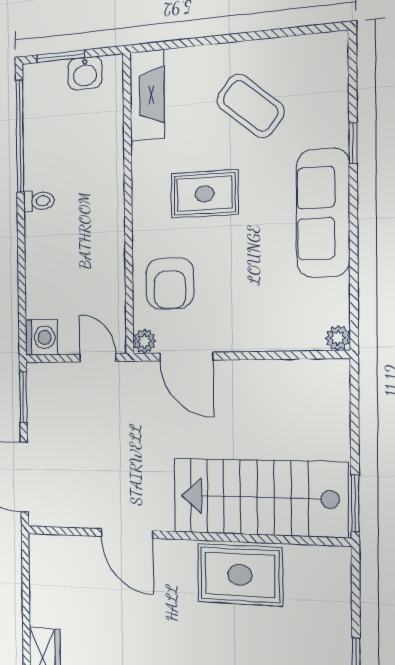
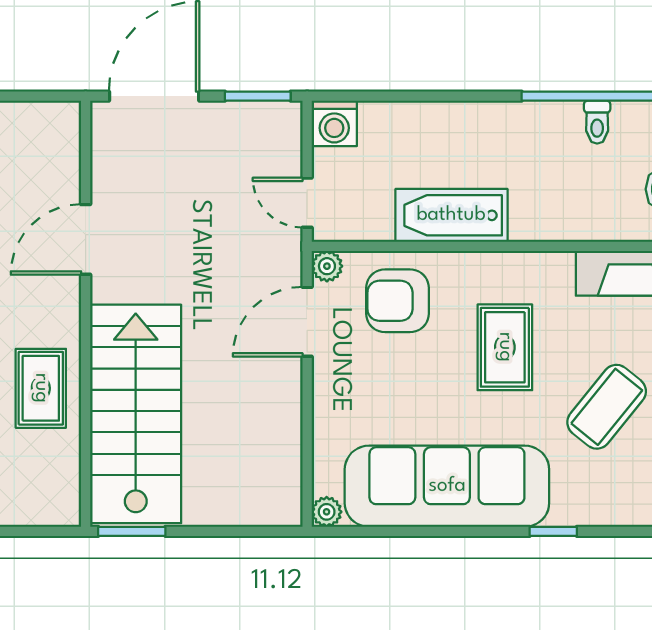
toilet: (39, 201) -> (597, 122), moved
sofa: (323, 213) -> (447, 486), width x1.36, depth x1.27
bathtub: (106, 243) -> (451, 215), added
door: (98, 358) -> (307, 203), swing flipped
rug: (240, 575) -> (41, 388), width x0.73, depth x0.70

